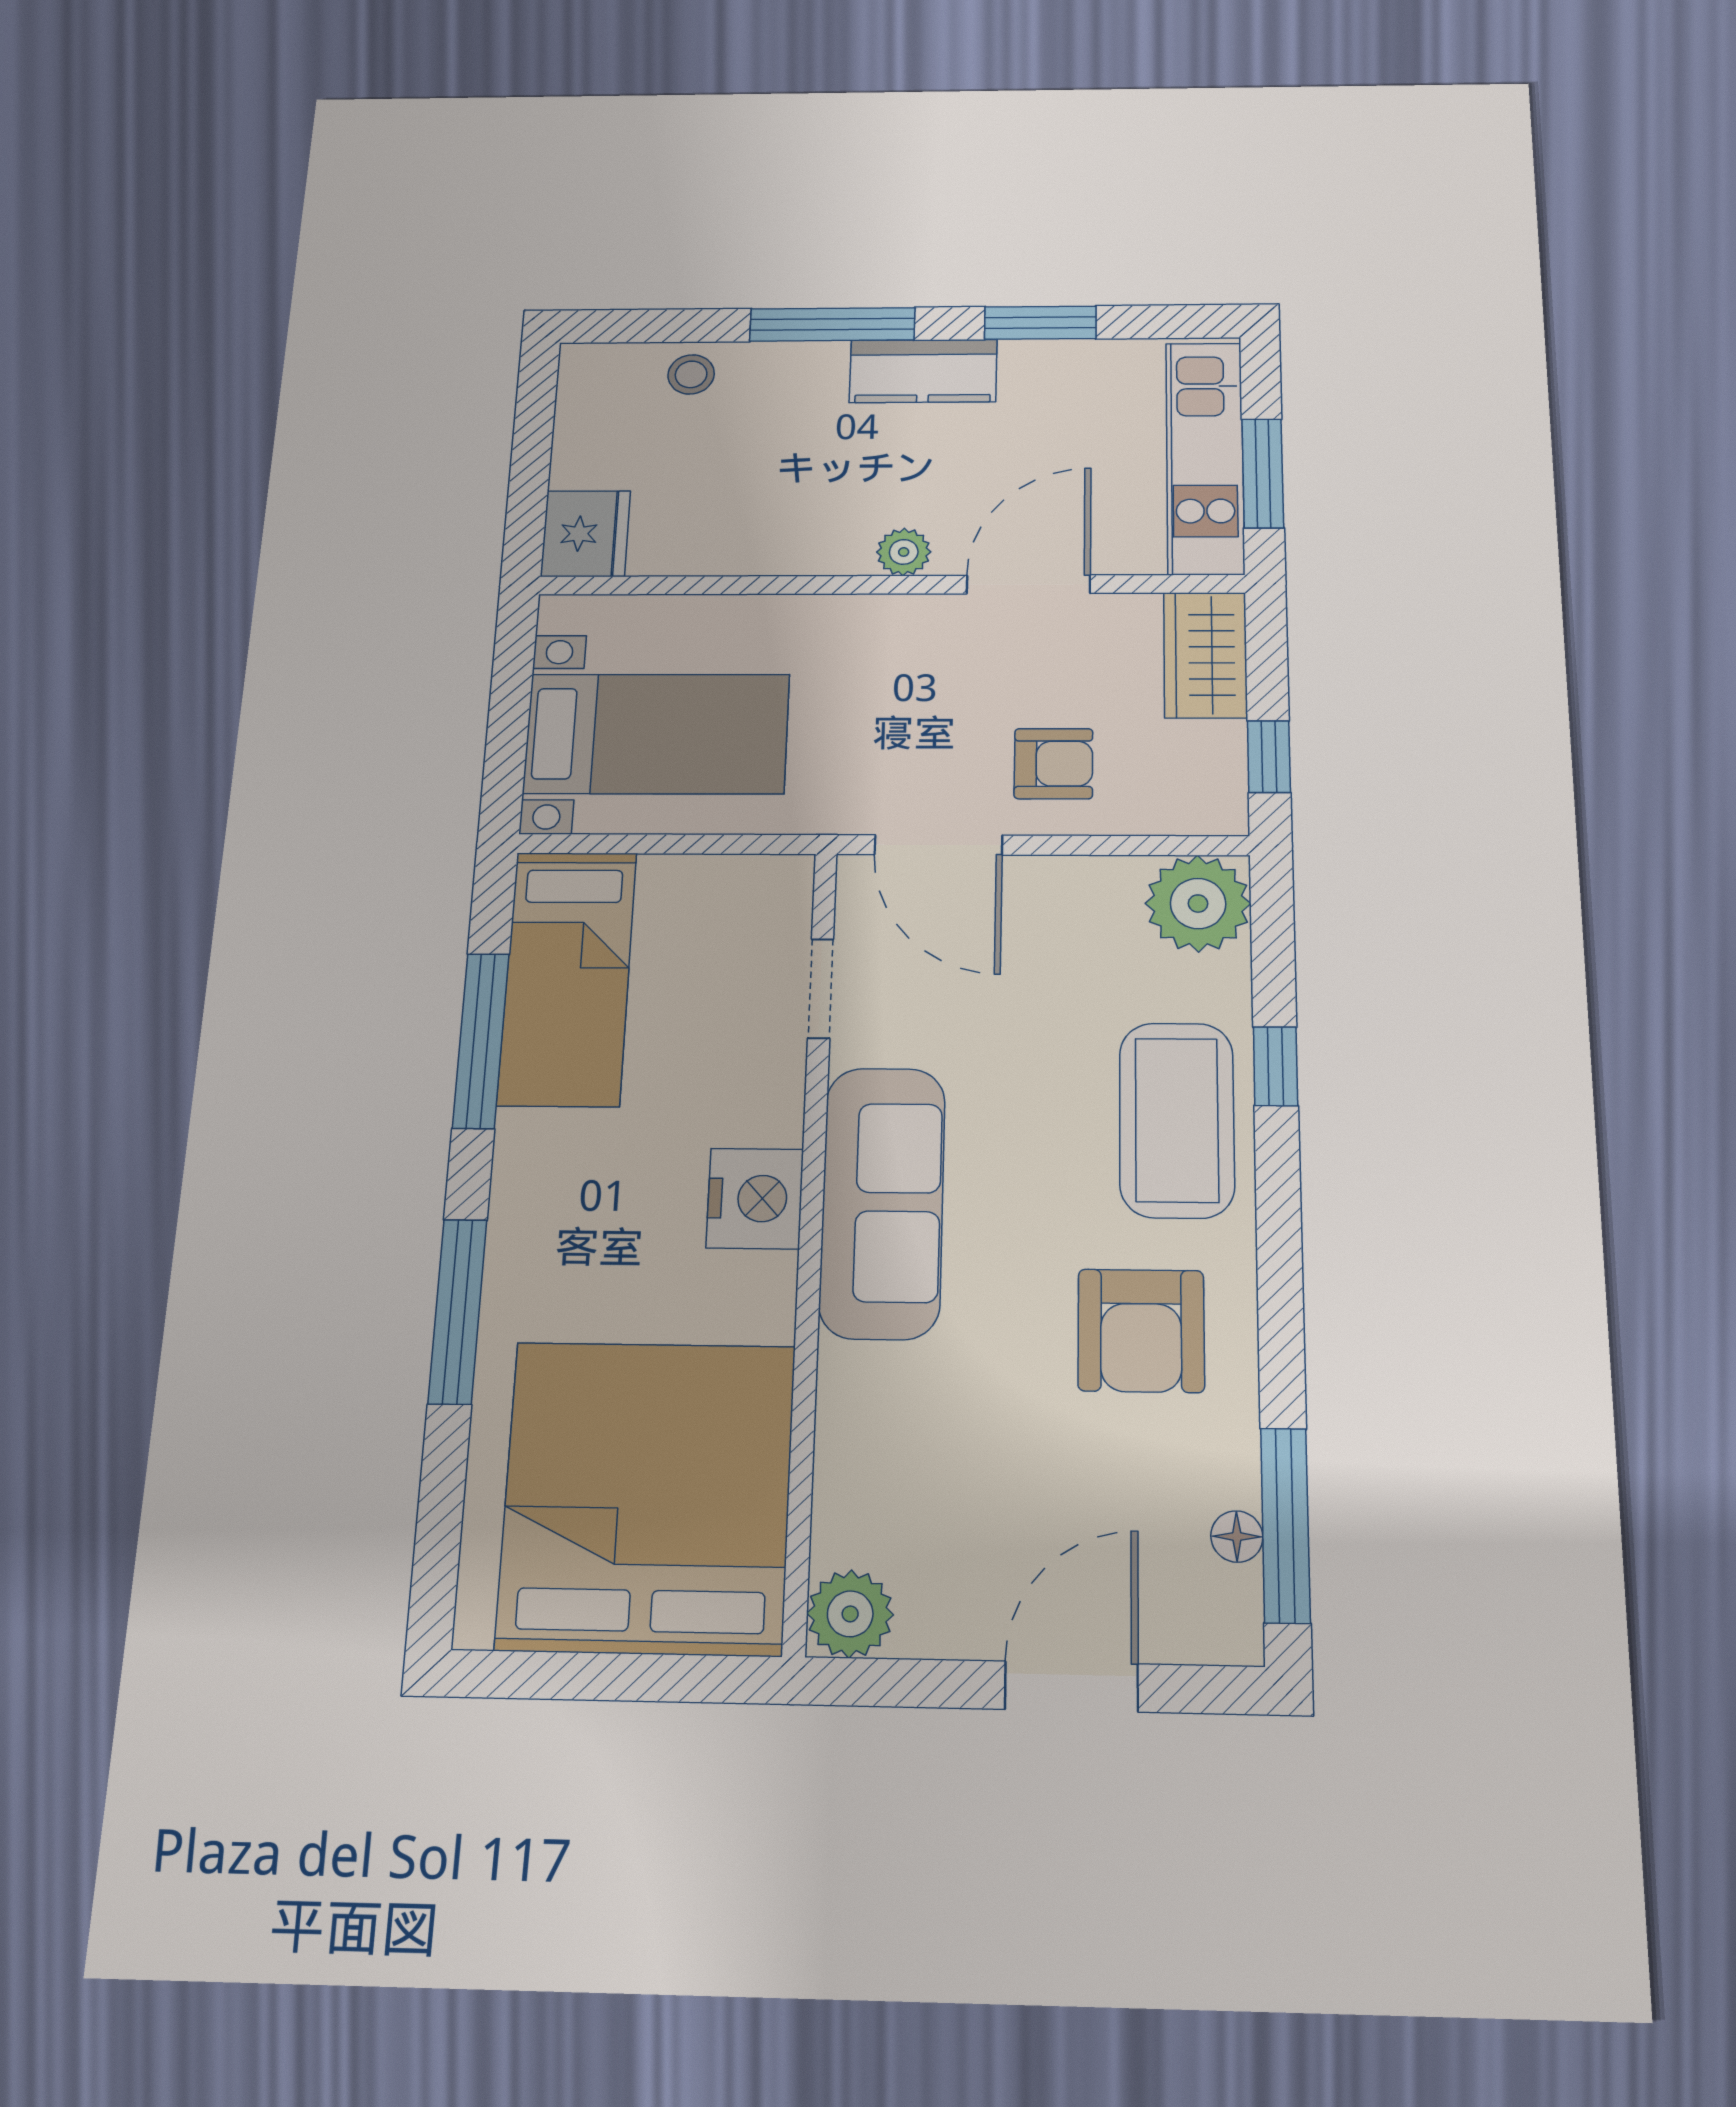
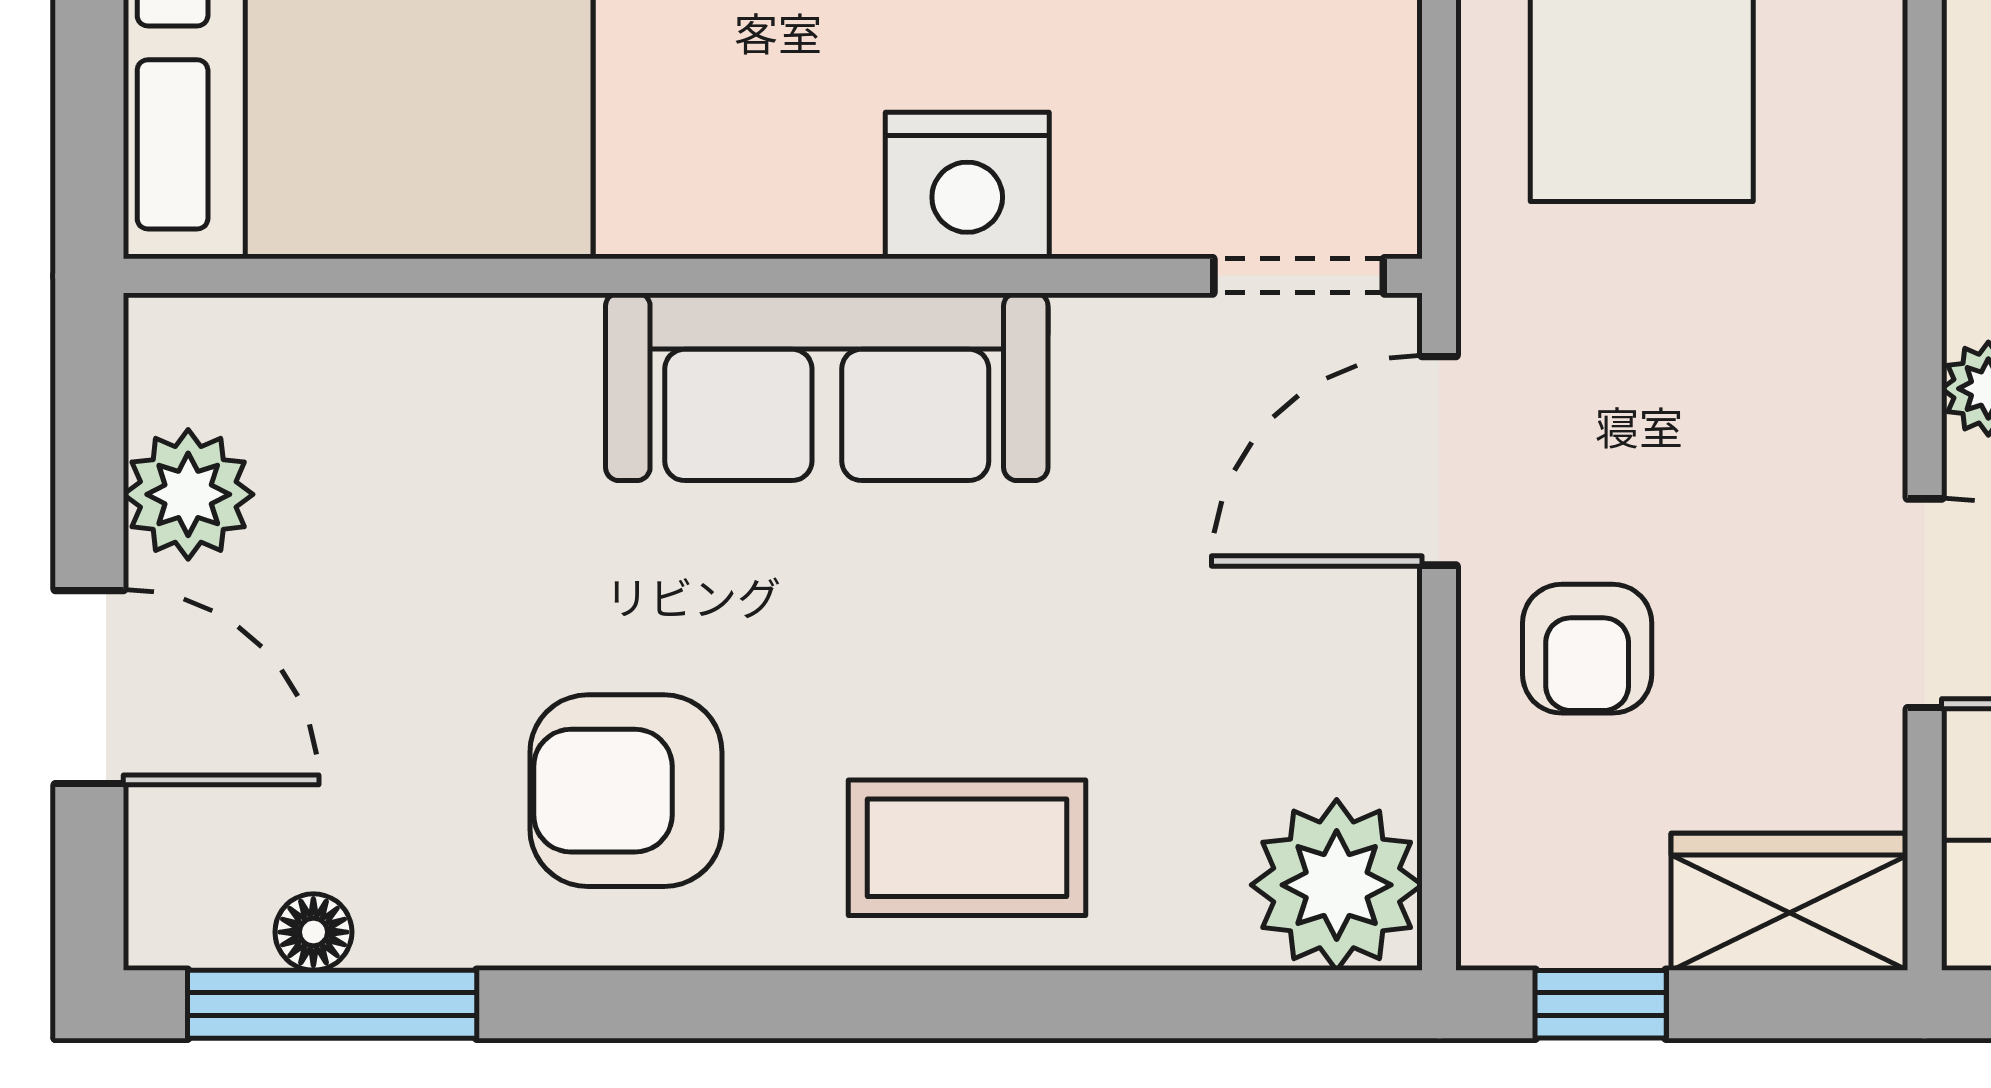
doorway: (821, 988) -> (1299, 276), moved
window: (1275, 1066) -> (1058, 1004), removed
coffee table: (1177, 1120) -> (967, 848), width x0.73, depth x0.76
nightstand: (755, 1198) -> (967, 185), moved
plant: (850, 1614) -> (188, 494), moved

